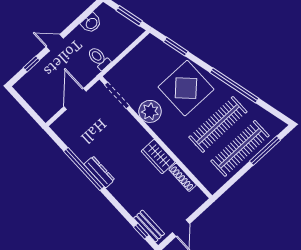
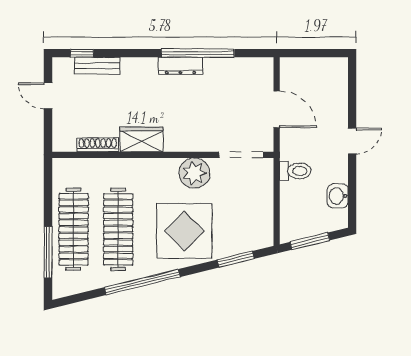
window: (32, 64) -> (352, 98), removed
bench: (149, 226) -> (97, 66), moved

